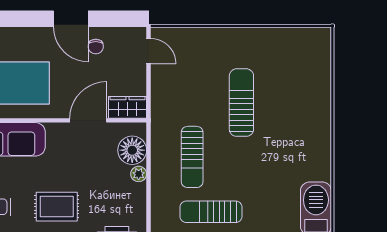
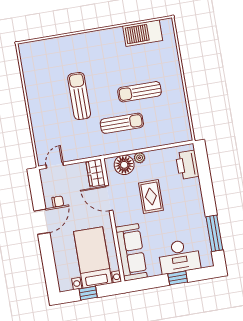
sun lounger: (241, 103) -> (79, 96), turned 90
rug: (57, 207) -> (151, 197), moved
sun lounger: (211, 212) -> (140, 92), moved, turned 90

